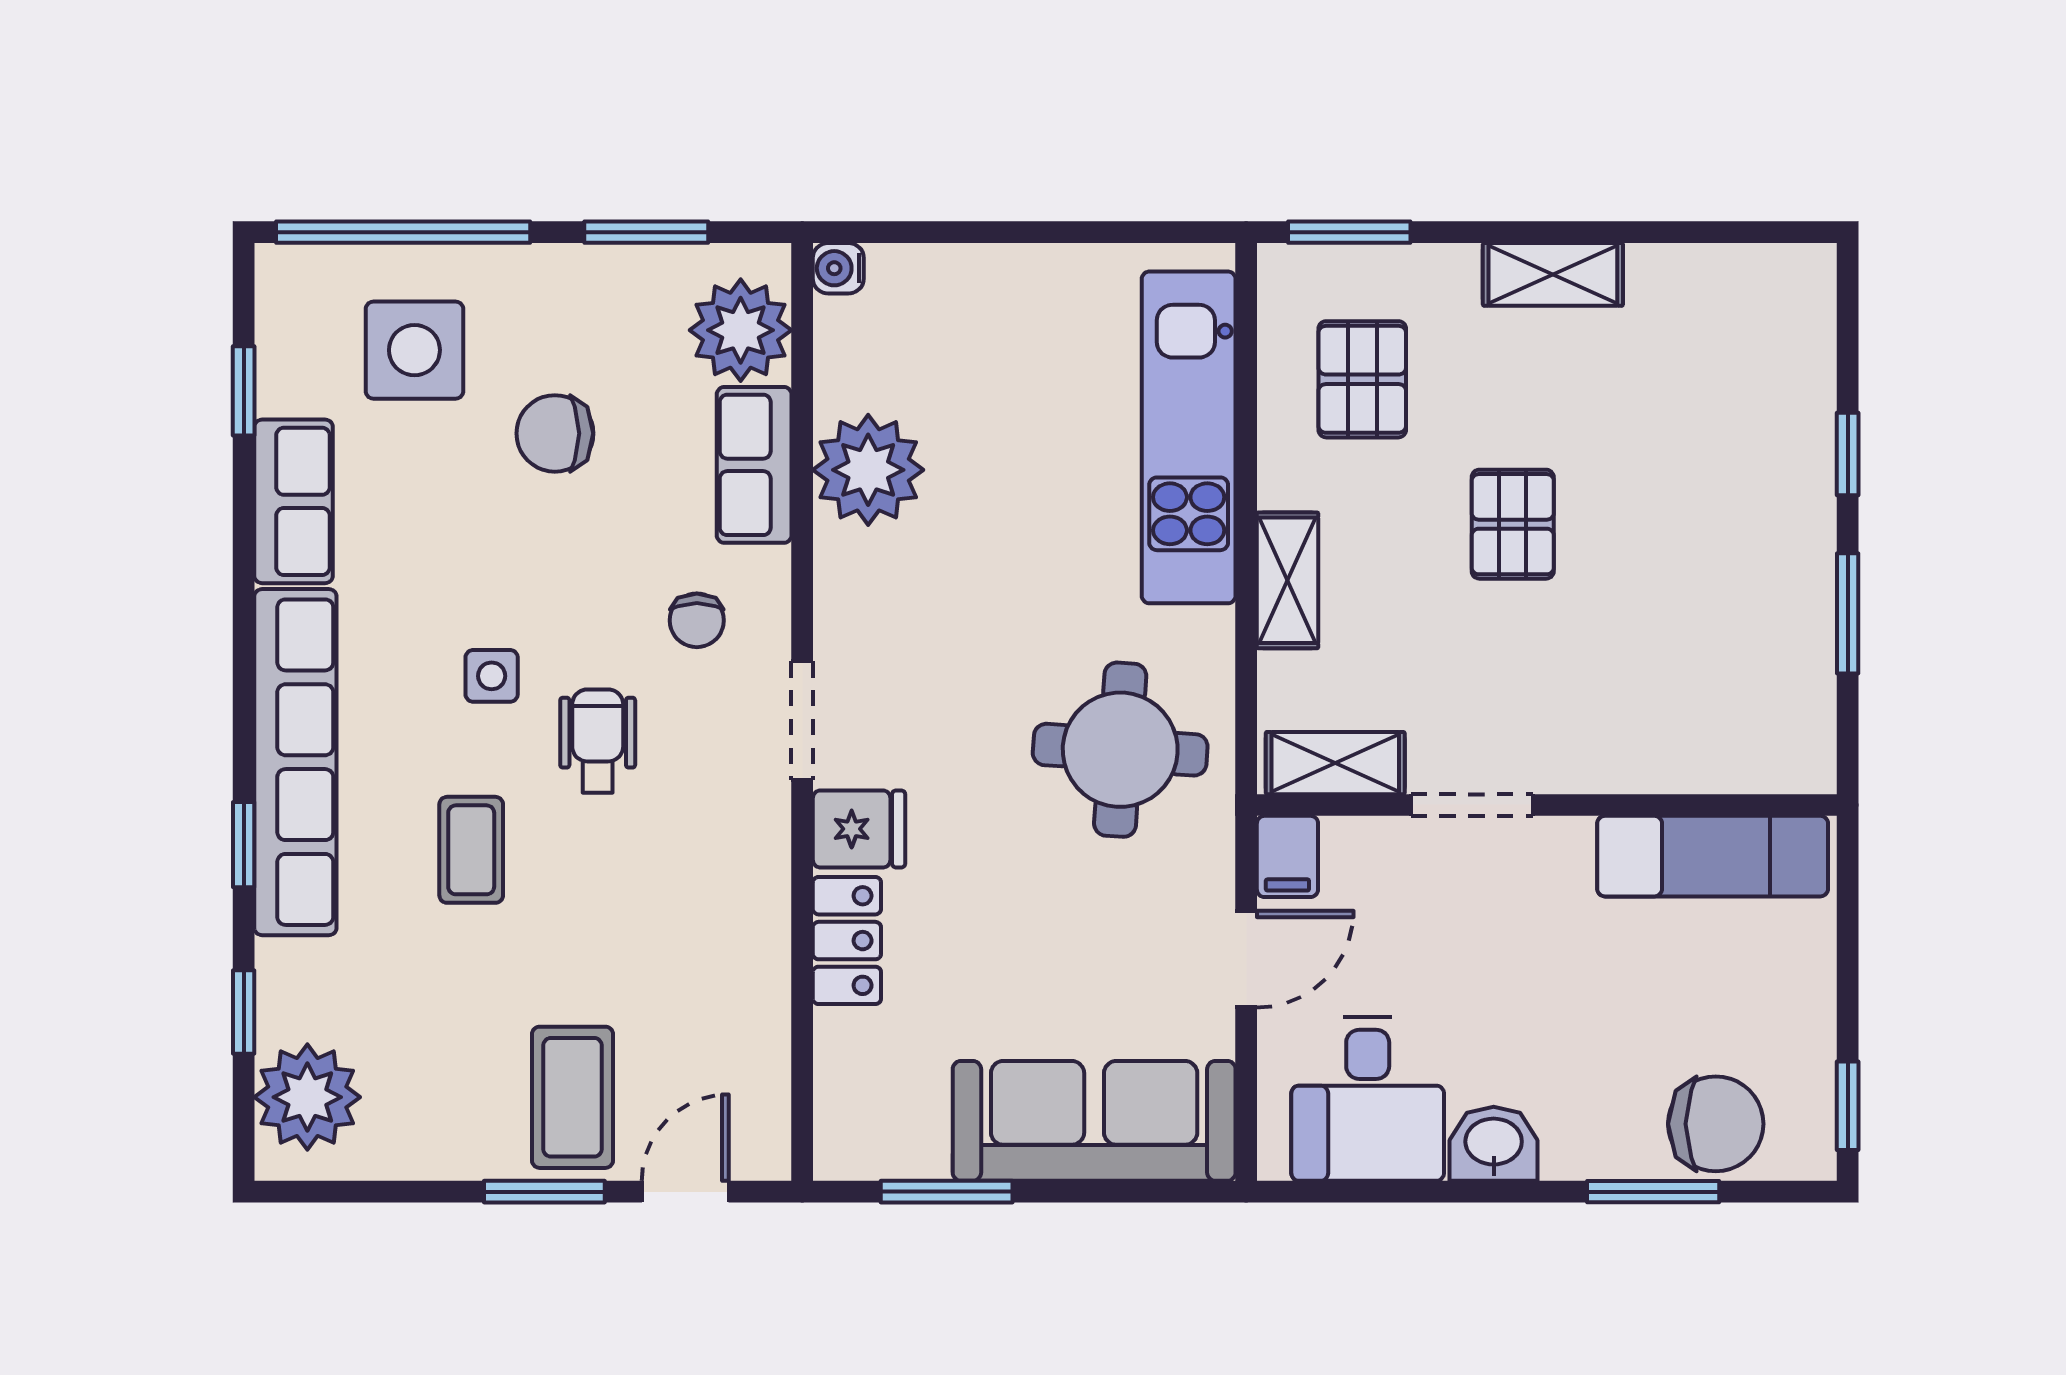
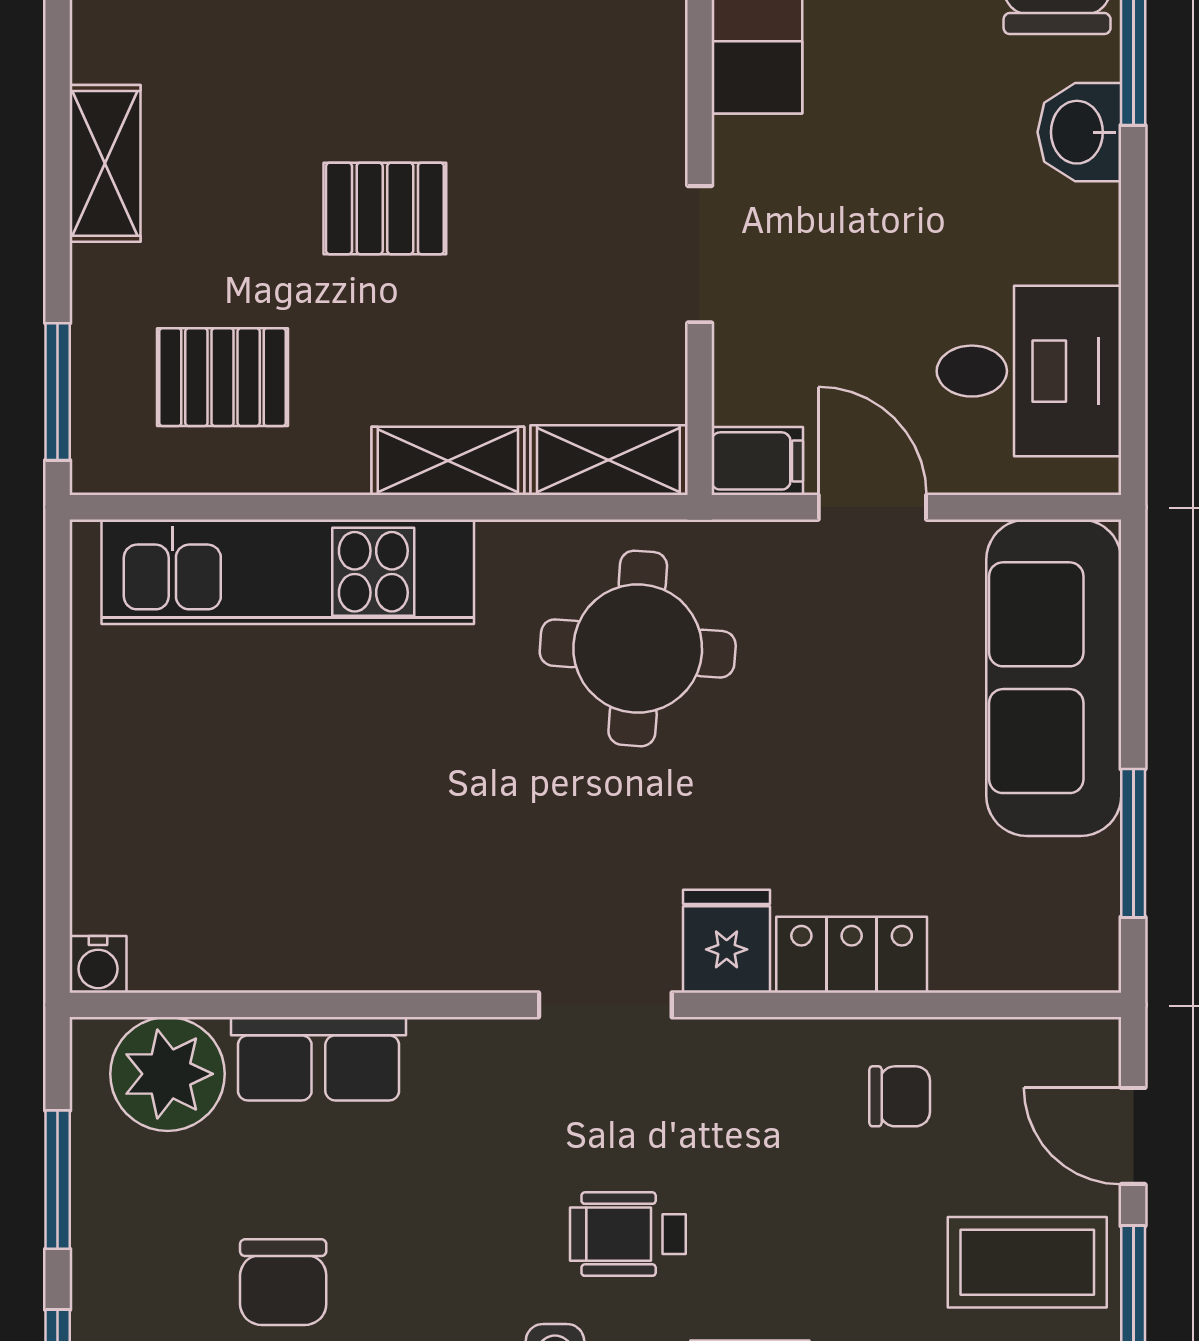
plant: (868, 470) -> (324, 931), removed
chair: (697, 620) -> (900, 1096), moved
shelving: (1335, 763) -> (608, 460), moved, turned 90
washbasin: (1494, 1144) -> (1079, 132), moved

